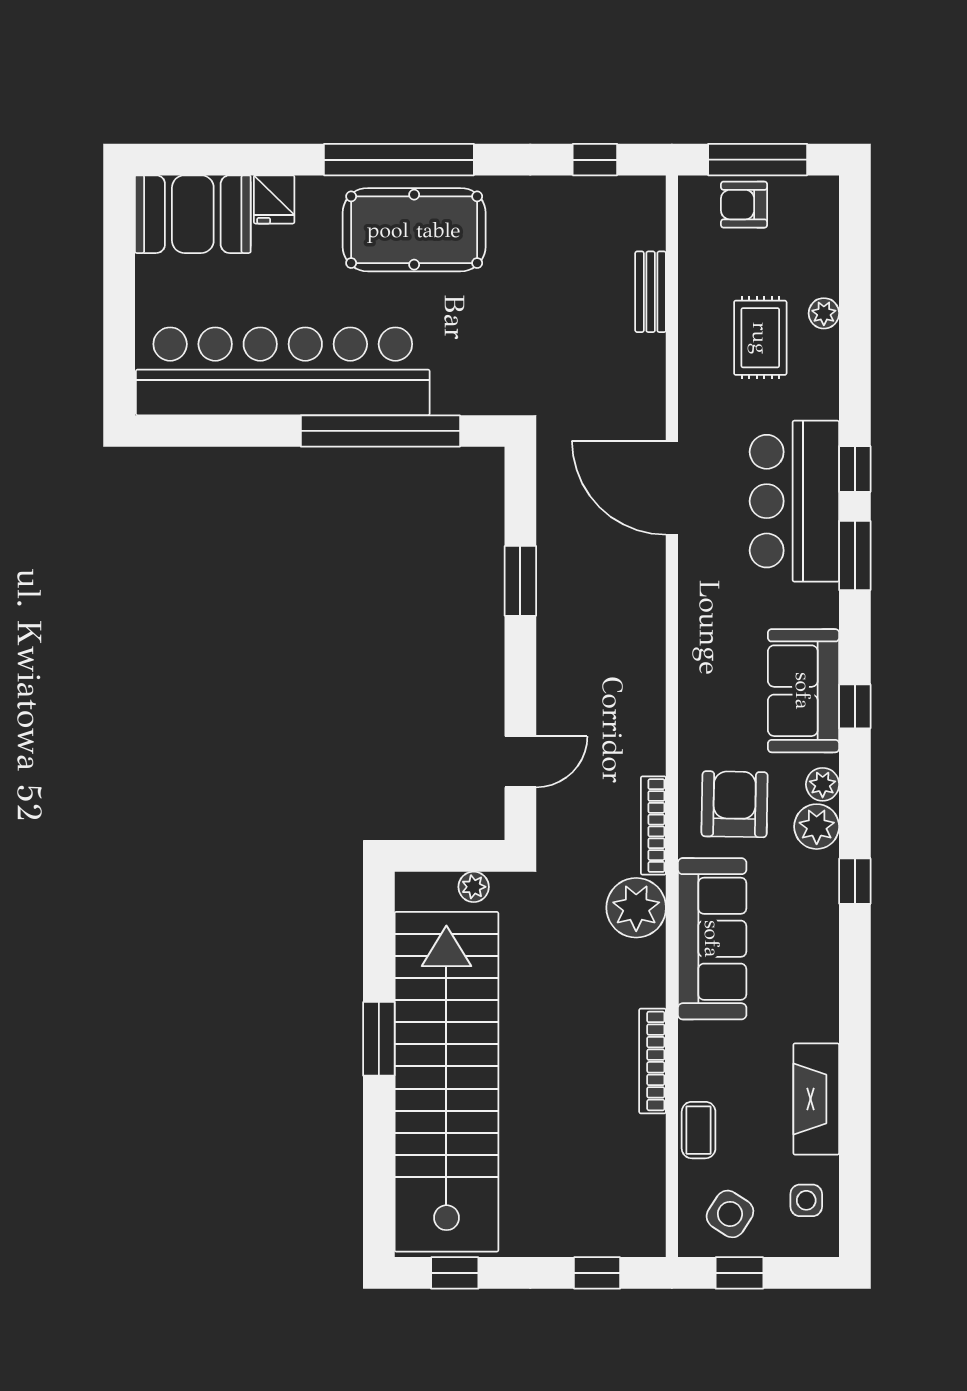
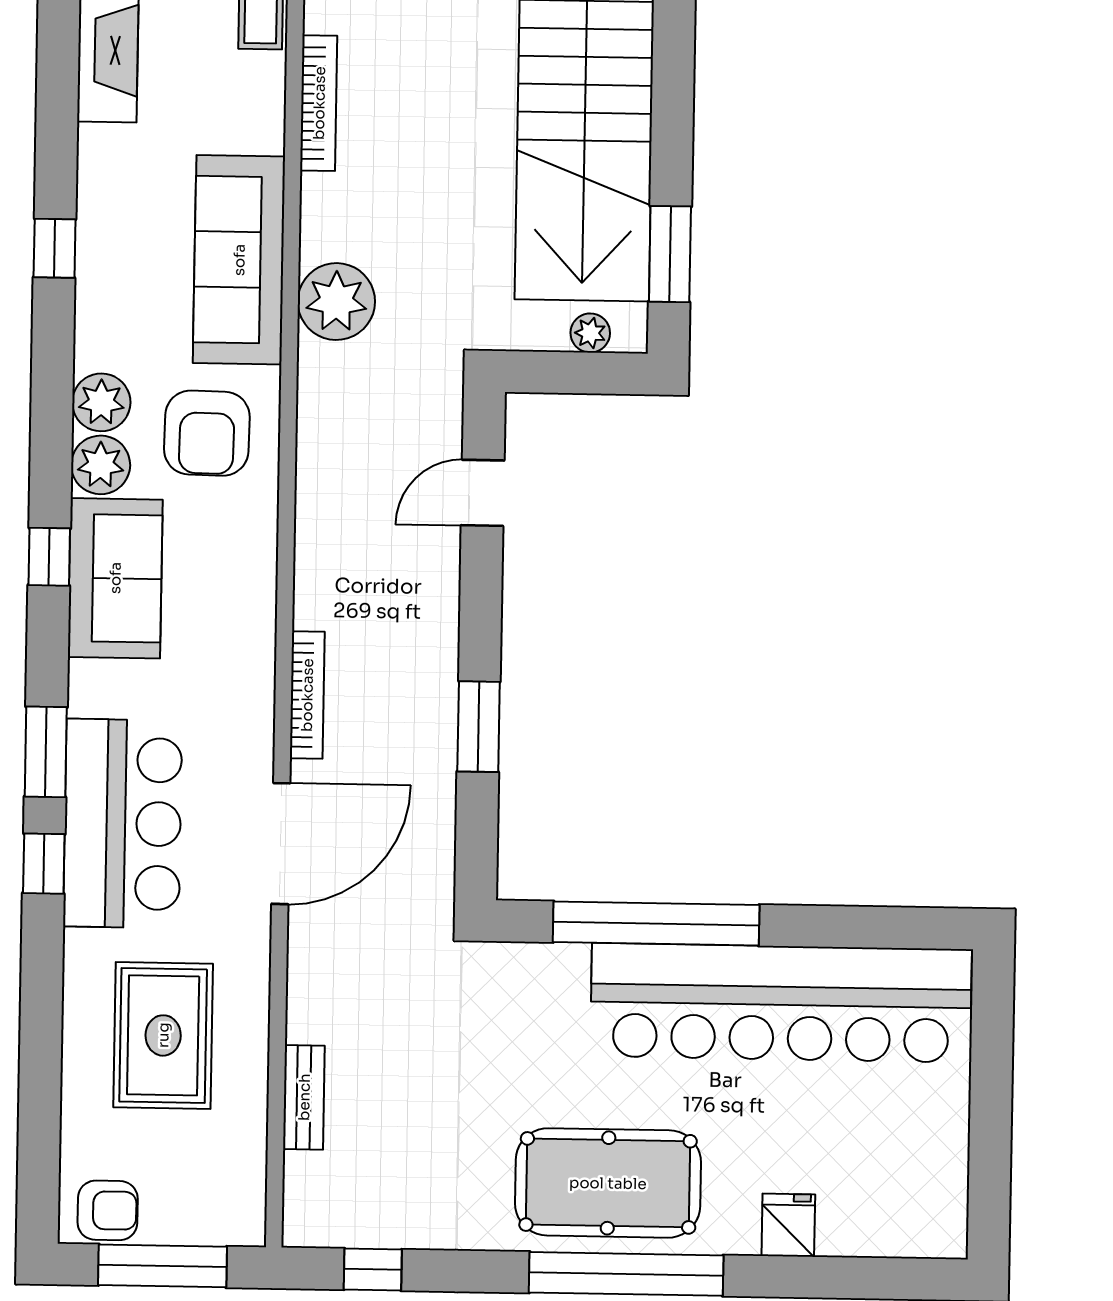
armchair: (744, 205) -> (108, 1210), moved
booth: (193, 214) -> (894, 1208), removed
plant: (824, 313) -> (80, 1066), removed
rug: (760, 338) -> (163, 1035), width x1.36, depth x1.43
door: (672, 488) -> (281, 844), hinge flipped
plant: (823, 784) -> (101, 465), width x1.38, depth x1.38
bookcase: (653, 826) -> (307, 695), moved
window: (855, 881) -> (55, 248), moved
plant: (474, 887) -> (590, 333), moved
window: (379, 1039) -> (670, 254), moved

